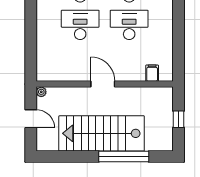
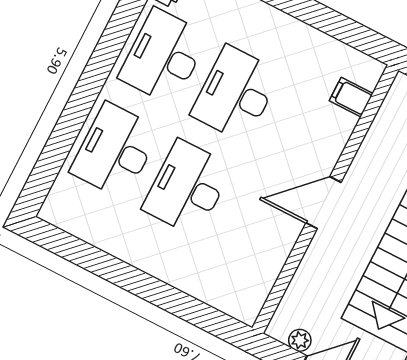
plant: (41, 92) -> (300, 340), moved

